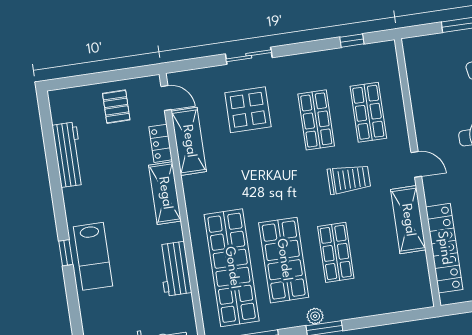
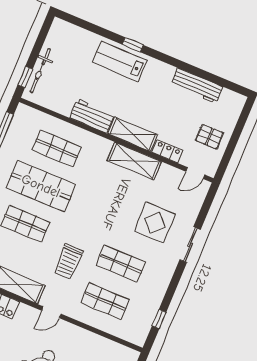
shelving: (189, 141) -> (134, 161), moved
shop shelf: (232, 268) -> (57, 149), width x0.50, depth x0.74
workbench: (175, 269) -> (92, 116), moved

